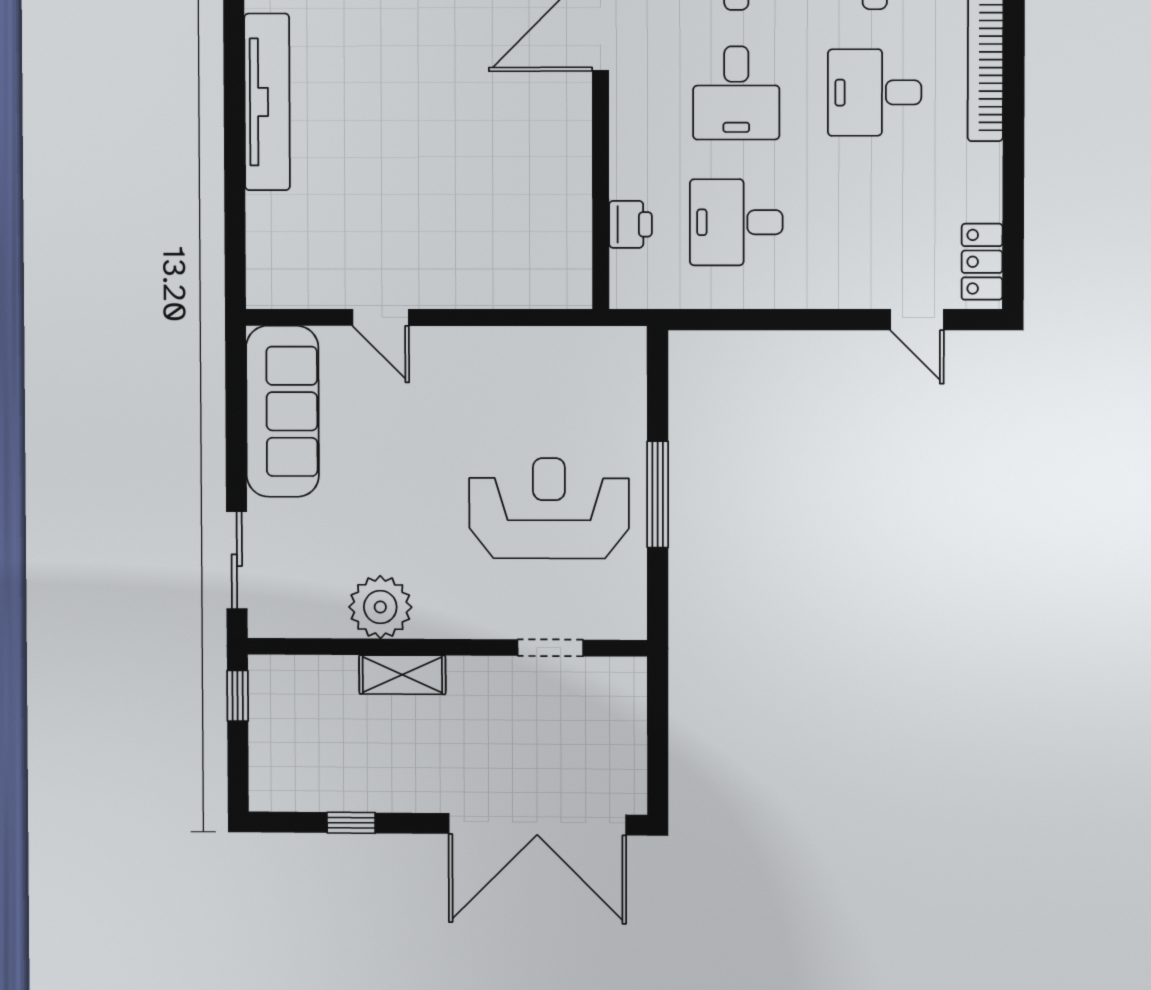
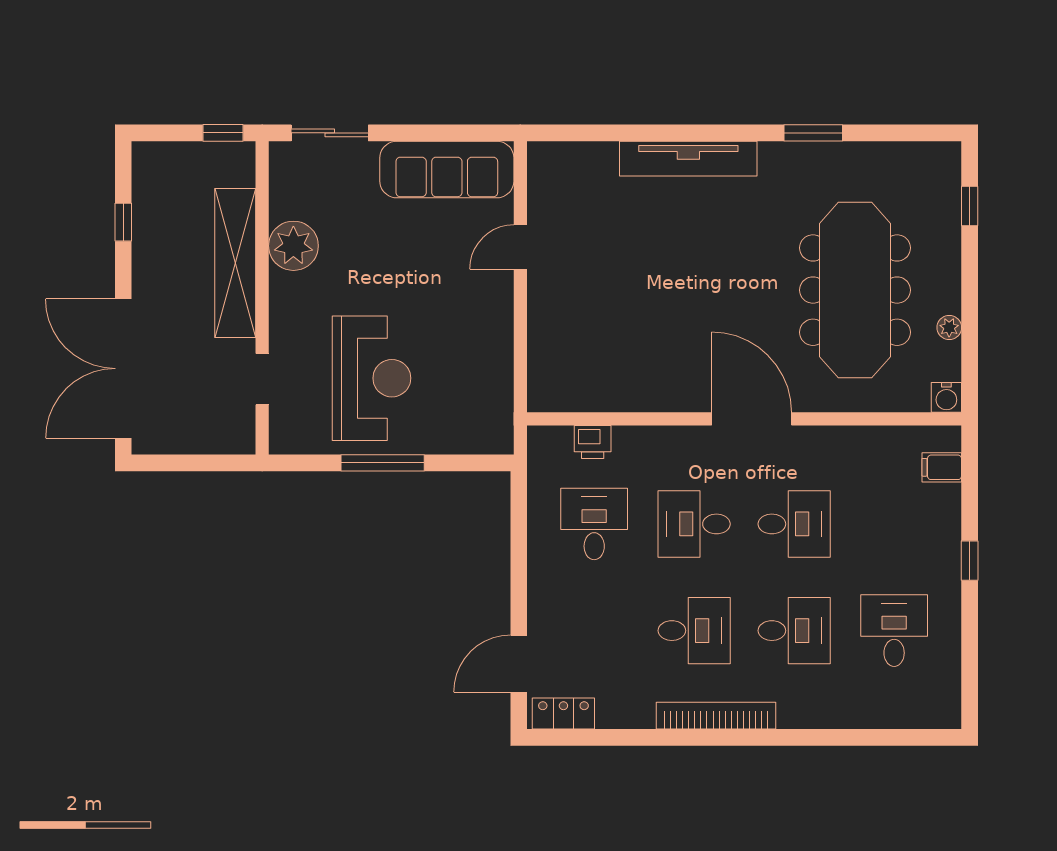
desk: (875, 92) -> (694, 631), turned 90
door: (917, 320) -> (519, 664), width x1.38
shelving: (402, 675) -> (235, 263), width x2.20, depth x1.33

